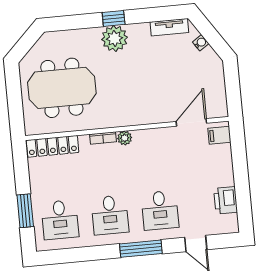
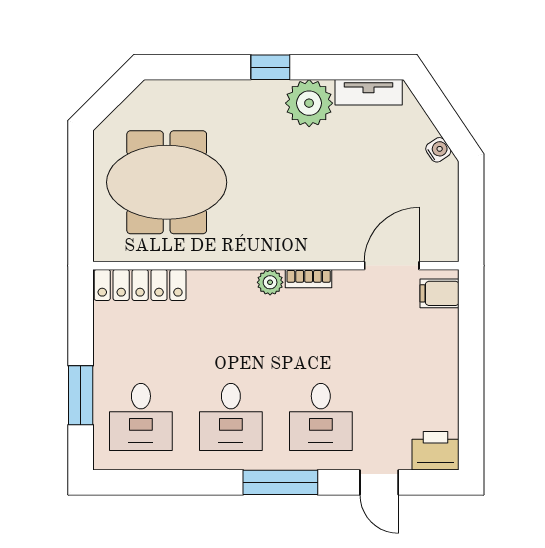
plant: (115, 38) -> (309, 103), moved
water cooler: (201, 43) -> (438, 150), moved
bookcase: (103, 138) -> (309, 279), moved
printer: (226, 200) -> (436, 451), moved, turned 90

